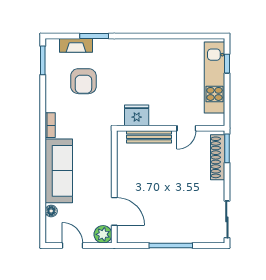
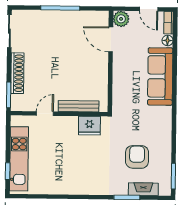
bookcase: (50, 125) -> (169, 23), moved
shoe rack: (218, 157) -> (17, 73), moved

